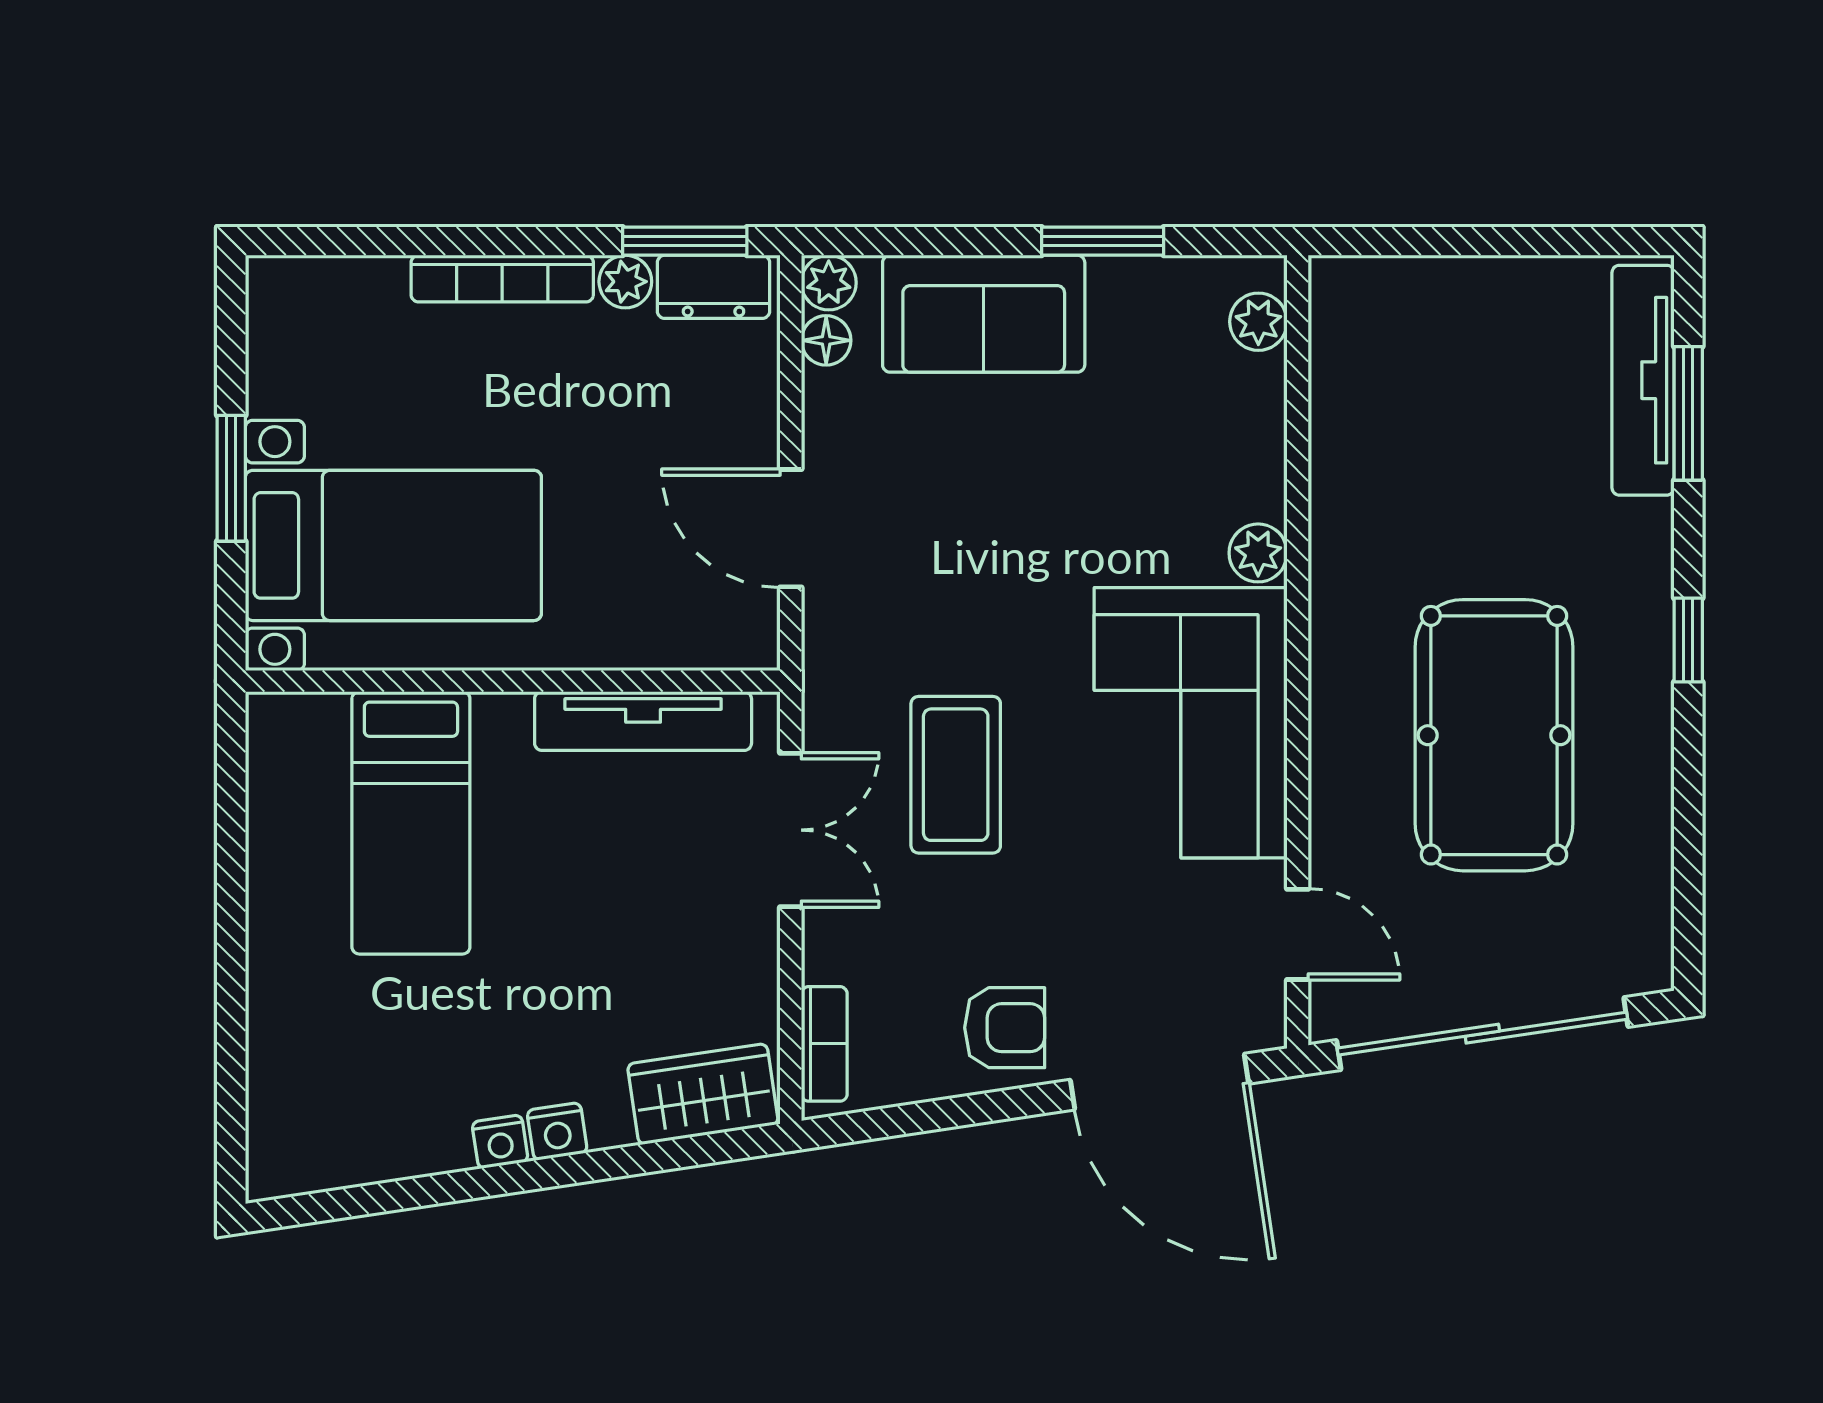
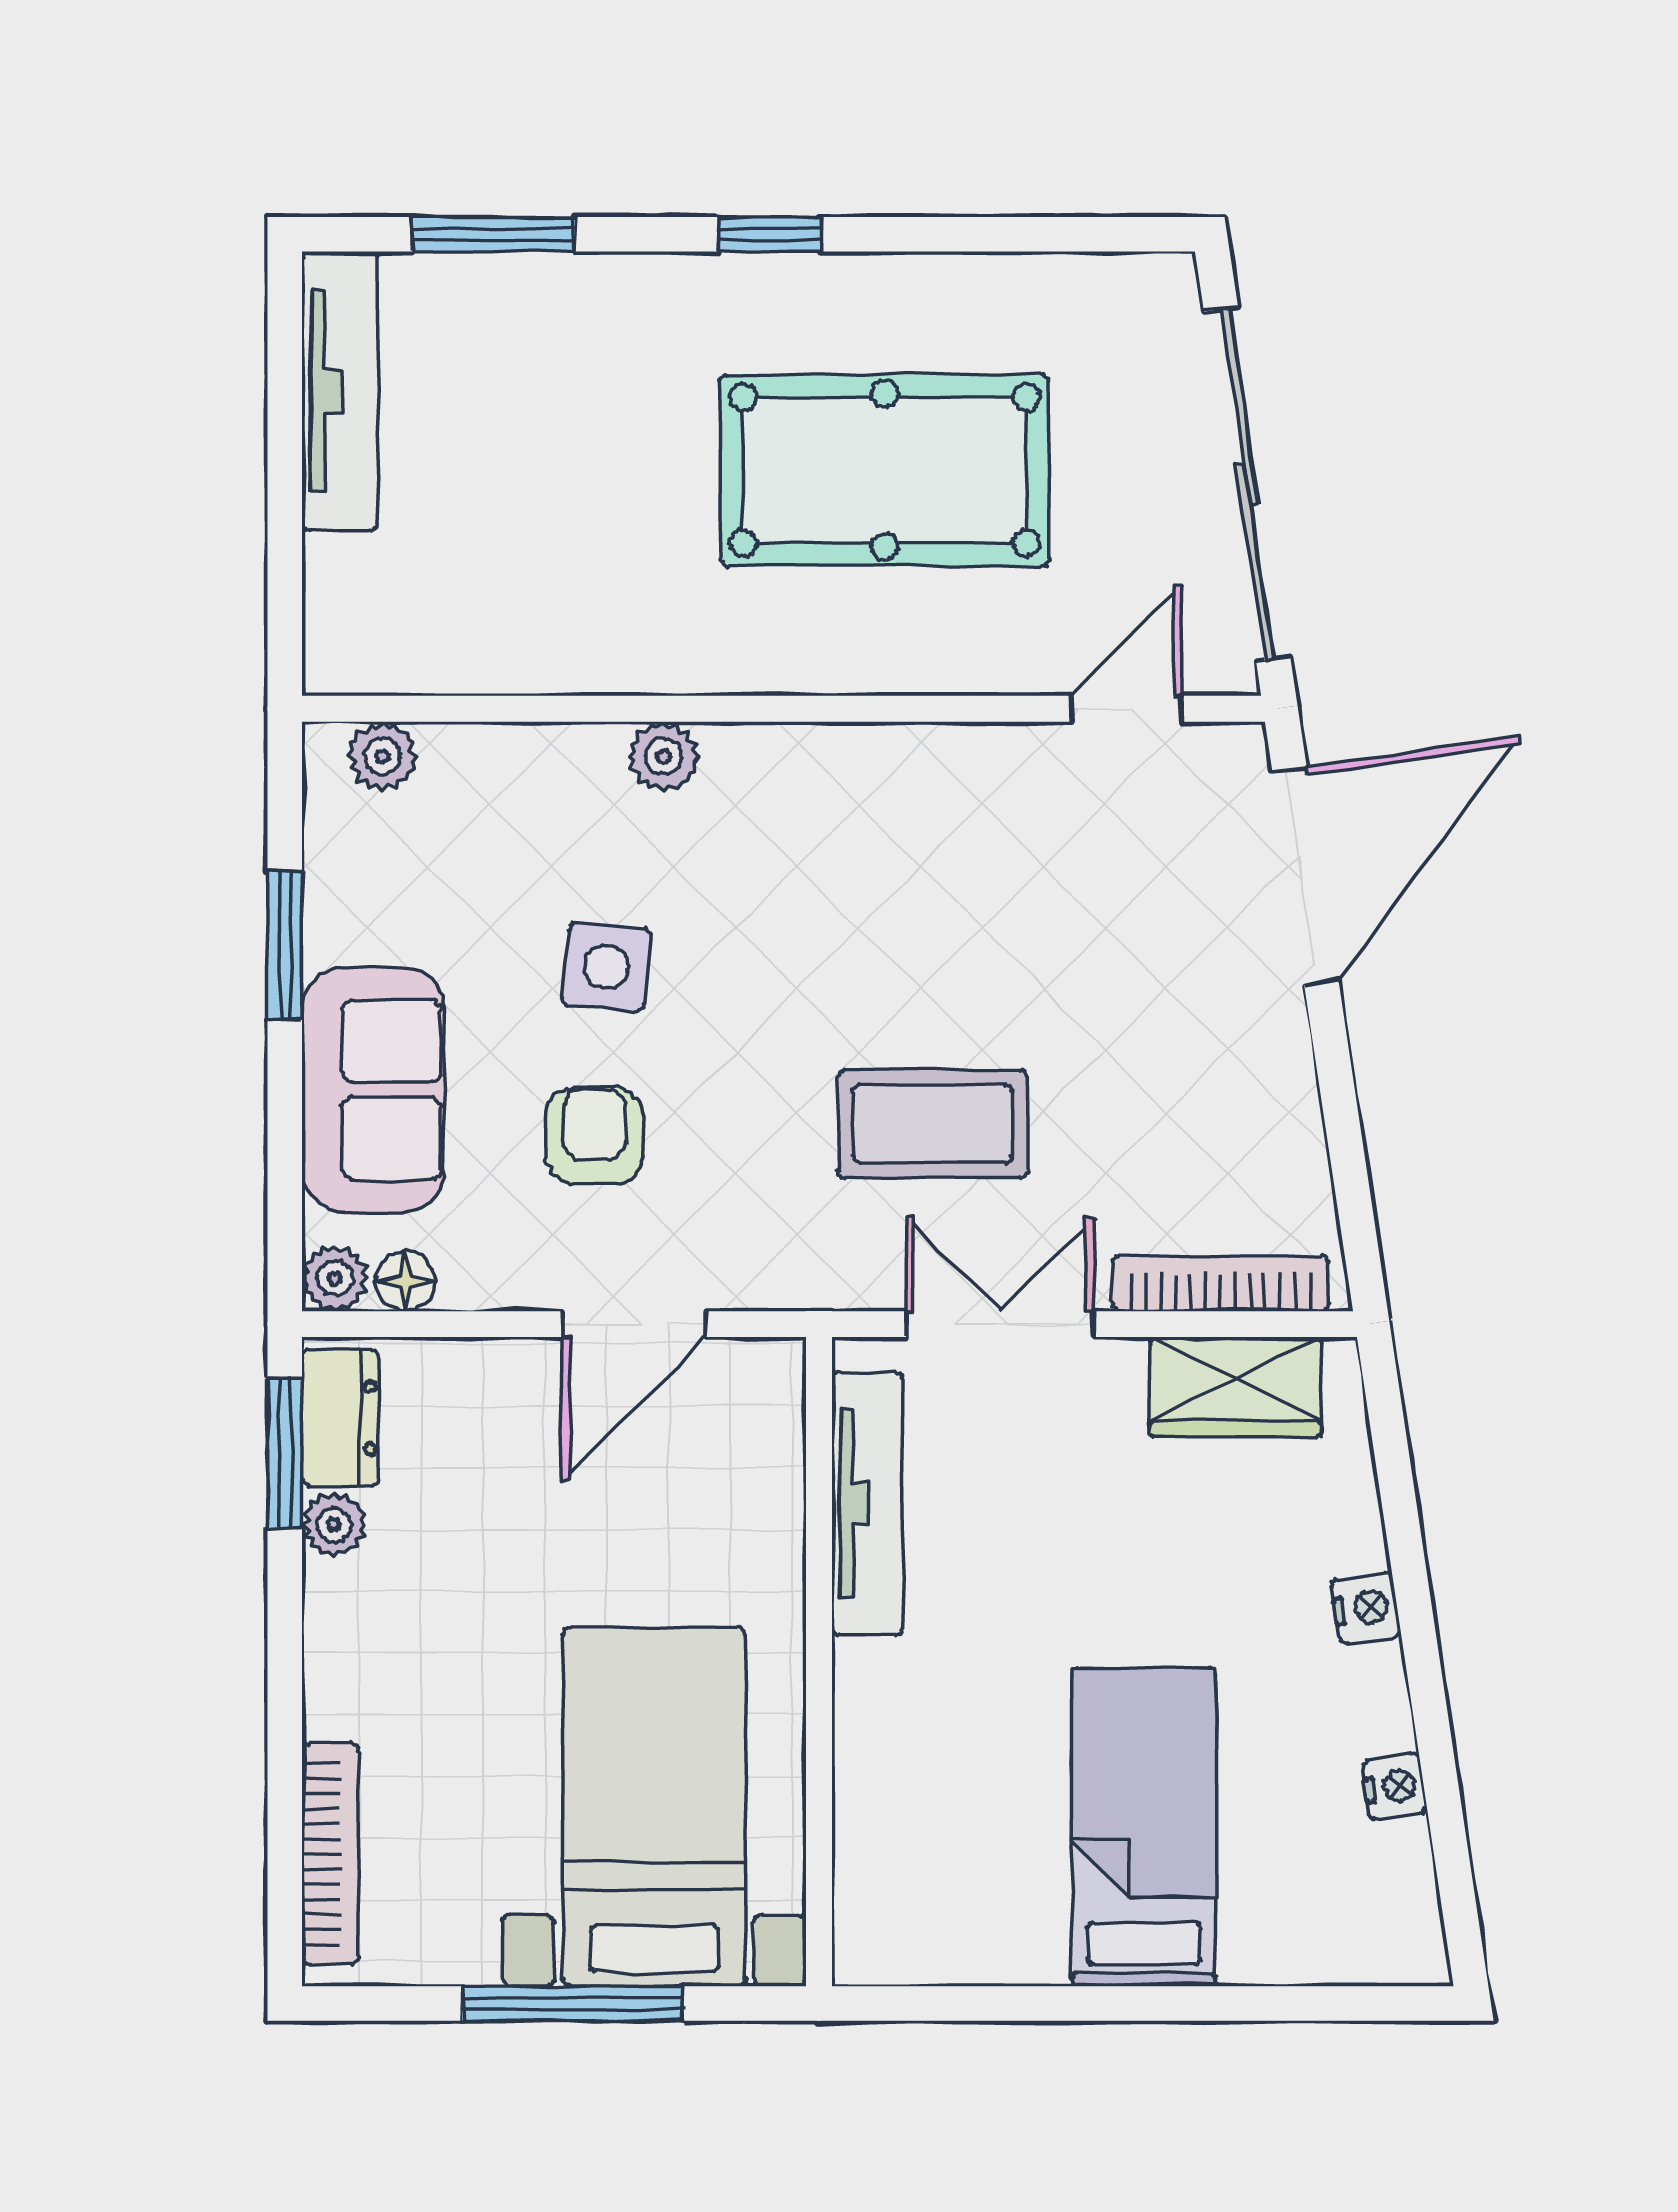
bookcase: (502, 279) -> (330, 1854), moved
tv unit: (1643, 380) -> (340, 391), moved, turned -90
window: (231, 478) -> (573, 2004), width x1.44
side table: (1085, 506) -> (606, 967), added
corner sofa: (1191, 723) -> (870, 839), removed
bed: (411, 823) -> (1144, 1827), moved, turned -90
armchair: (1005, 1028) -> (595, 1136), moved
bookcase: (824, 1044) -> (1220, 1283), width x1.56
wardrobe: (703, 1094) -> (1235, 1387), moved, turned -82
nightstand: (500, 1142) -> (1395, 1786), moved

